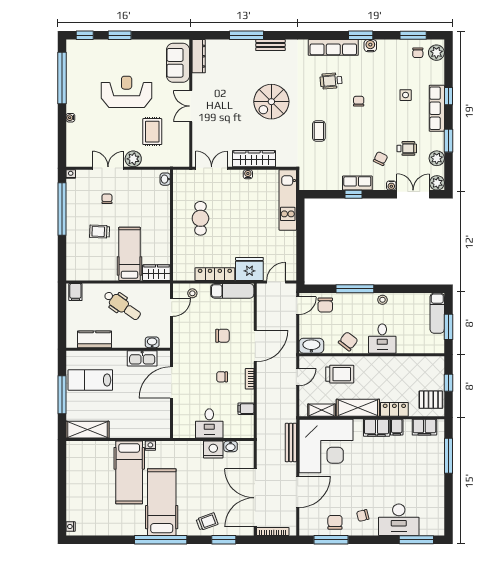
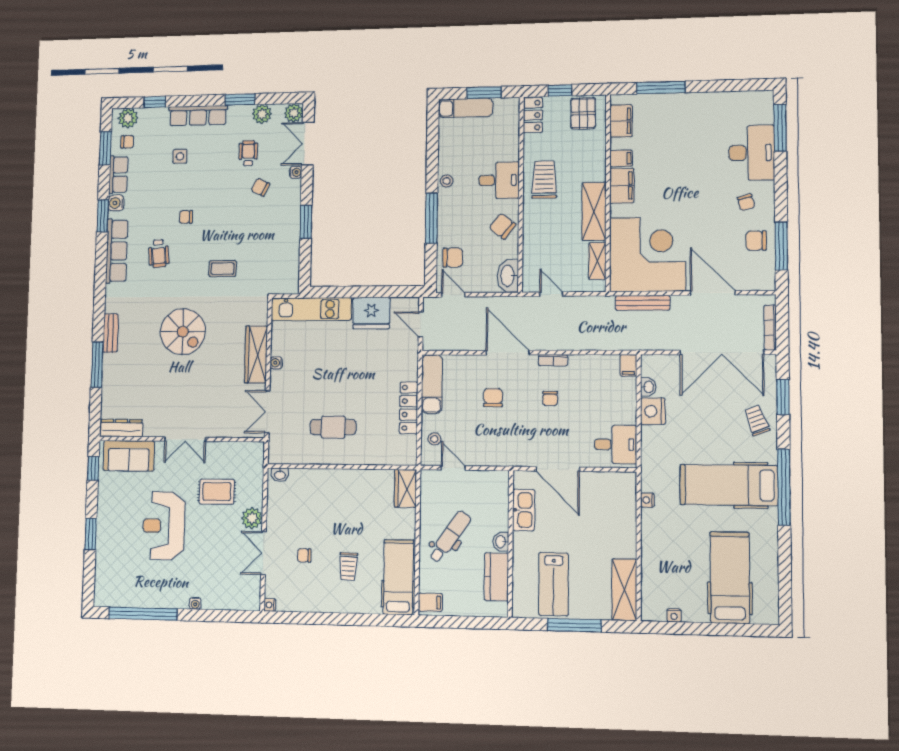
window: (85, 35) -> (93, 468), moved
window: (448, 96) -> (155, 102), moved
row of seats: (357, 183) -> (118, 175), moved, turned 180
window: (353, 194) -> (306, 222), width x1.50
window: (62, 209) -> (316, 618), removed
hospital bed: (130, 254) -> (398, 577), moved, turned 90
fridge: (249, 269) -> (371, 313), moved, turned -90
washbasin: (152, 342) -> (501, 542), moved
trolley: (340, 374) -> (544, 180), moved
filing cabinet: (246, 409) -> (628, 365), moved
locker: (394, 409) -> (533, 115), moved, turned 180
desk: (209, 423) -> (616, 444), moved
hospital bed: (129, 472) -> (730, 578), moved, turned -90
nightstand: (71, 526) -> (674, 615), moved

